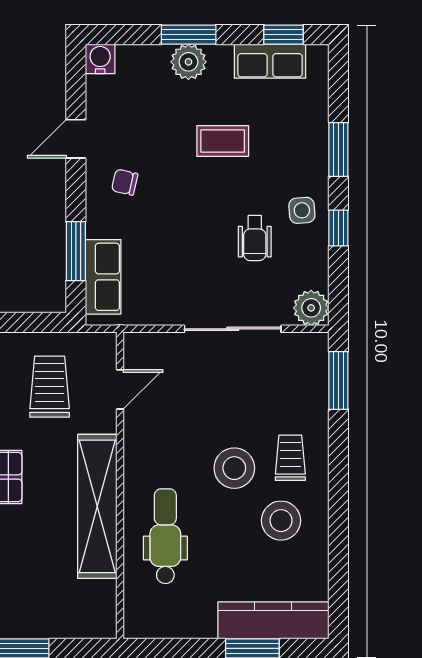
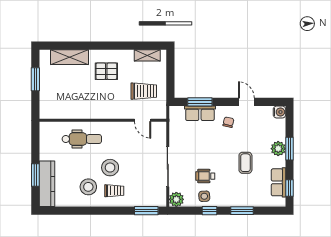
side table: (302, 210) -> (204, 196), moved
row of seats: (103, 277) -> (200, 113), moved
shelving: (97, 506) -> (94, 111), removed

